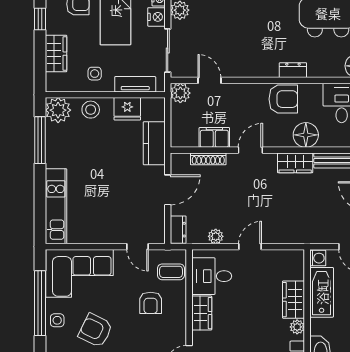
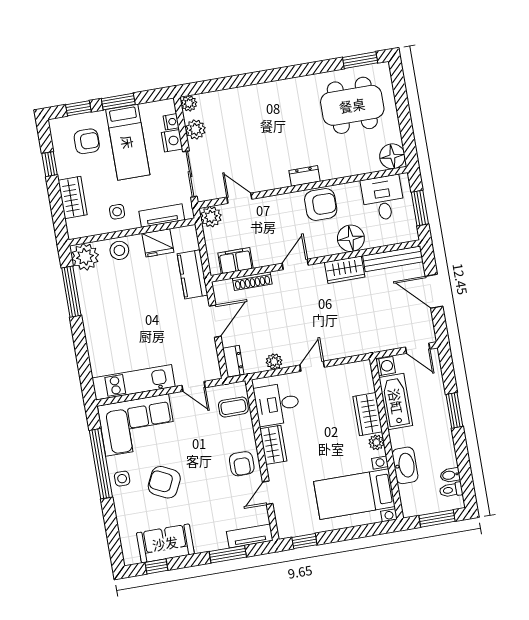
dresser: (293, 70) -> (304, 176), moved
filing cabinet: (214, 137) -> (235, 261), moved
kitchen unit: (56, 206) -> (134, 382), moved, turned -90
armchair: (151, 303) -> (242, 464), moved

